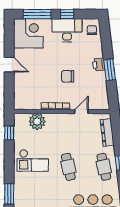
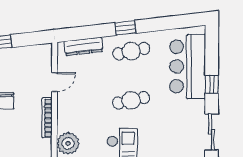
door: (81, 112) -> (55, 82), swing flipped

